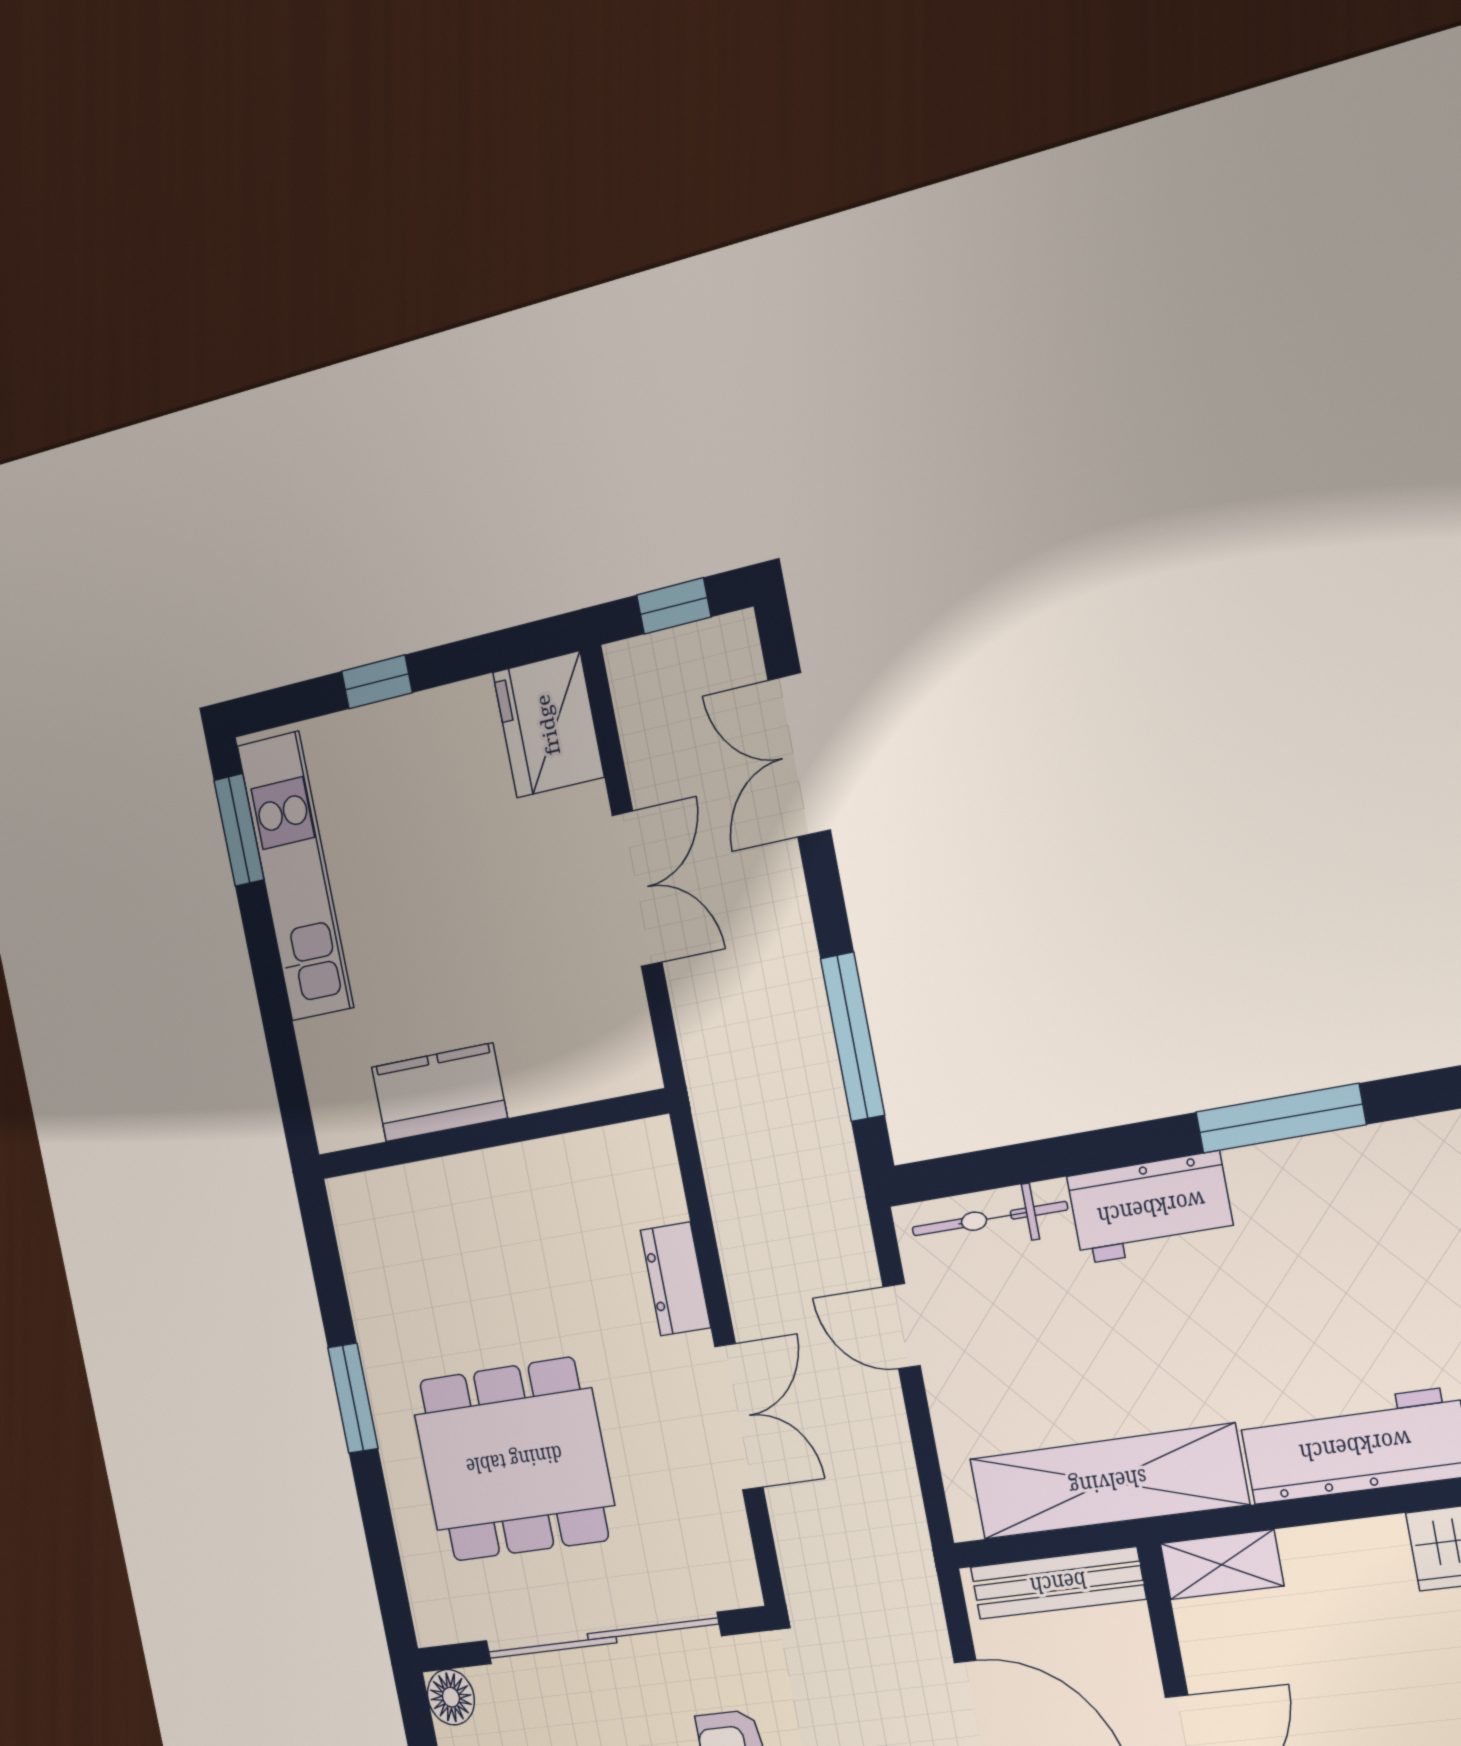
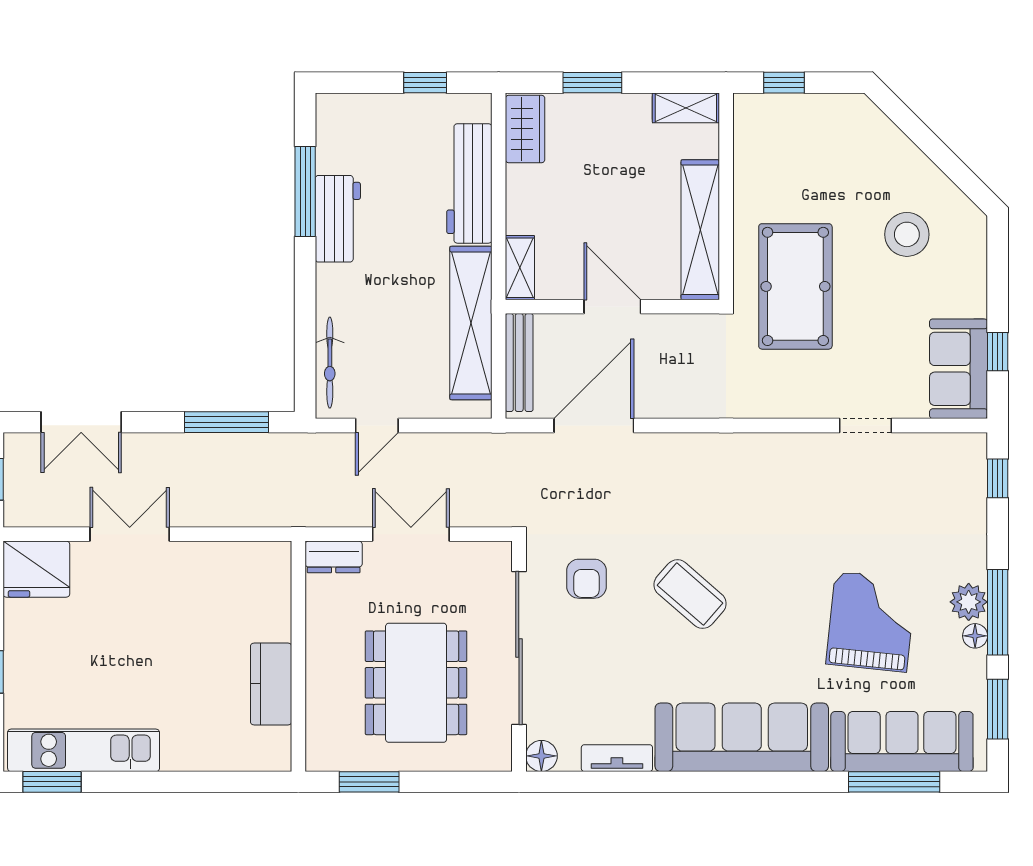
kitchen counter: (439, 1092) -> (271, 684), moved
wall: (490, 1134) -> (298, 656), moved
workbench: (1151, 1208) -> (338, 219), moved

